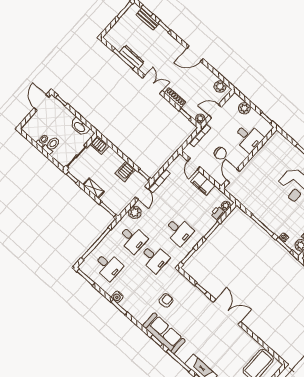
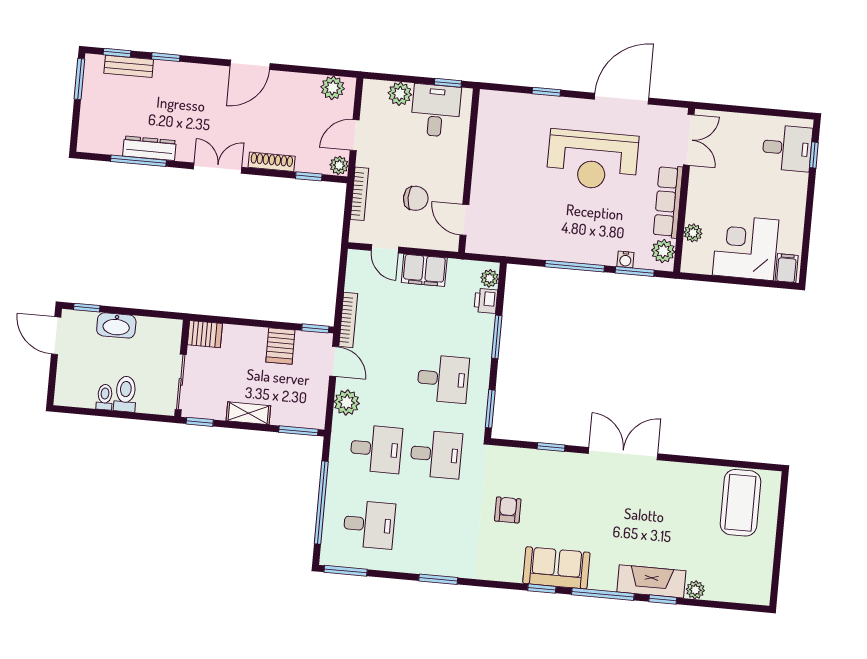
washbasin: (80, 127) -> (116, 325), moved
desk: (248, 138) -> (436, 111), moved, turned -90
water cooler: (117, 297) -> (422, 564), removed
sofa: (164, 333) -> (556, 568), width x0.73

